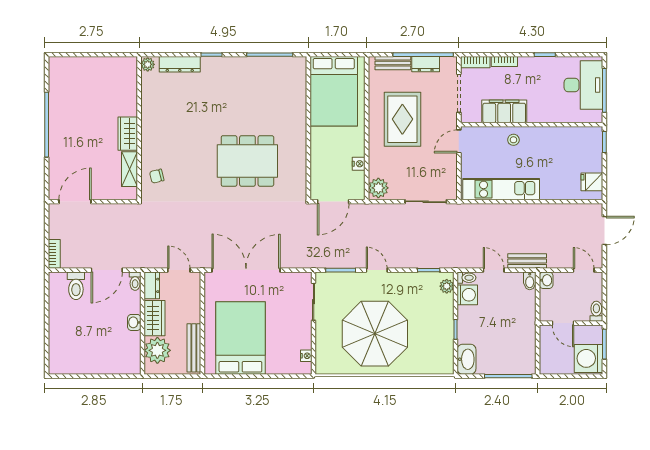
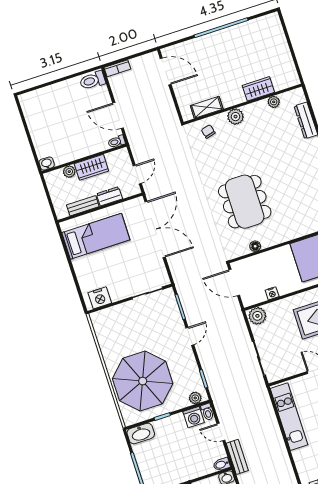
plant: (148, 64) -> (274, 102), moved
wardrobe: (128, 134) -> (258, 89), moved
plant: (150, 141) -> (235, 117), added
floor lamp: (301, 165) -> (255, 246), added
door: (494, 270) -> (221, 432), swing flipped
dresser: (152, 285) -> (109, 196), moved, turned 180
toilet: (76, 286) -> (92, 80), moved
washbasin: (134, 322) -> (47, 164), moved
parasol: (375, 334) -> (143, 381), moved
bed: (240, 338) -> (96, 236), width x0.67
bench: (194, 348) -> (83, 206), width x0.73
plant: (157, 350) -> (69, 172), width x0.53, depth x0.53
nightstand: (306, 356) -> (100, 298), width x1.89, depth x1.79

